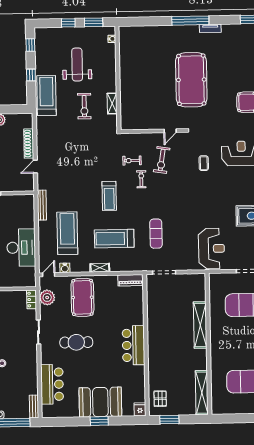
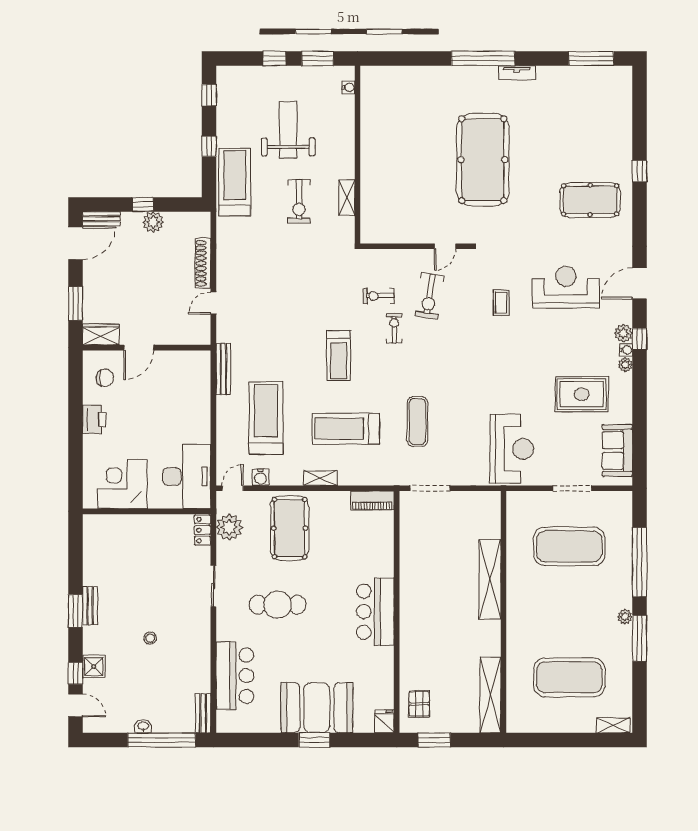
desk: (21, 248) -> (187, 477), moved

